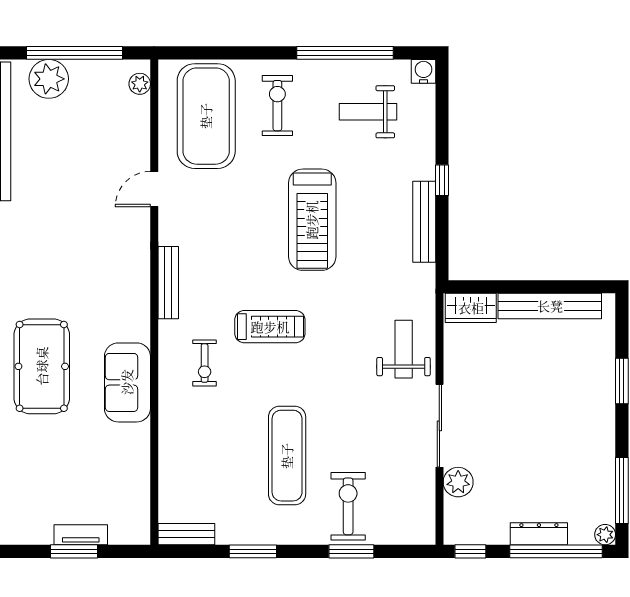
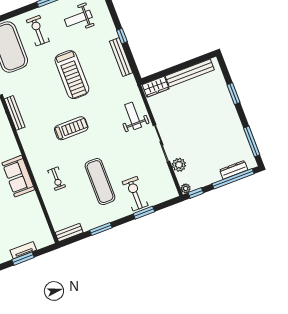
bench: (168, 283) -> (15, 113), moved
exercise bike: (205, 363) -> (57, 179), moved
dresser: (539, 534) -> (234, 170), moved
plant: (605, 535) -> (186, 188), moved

